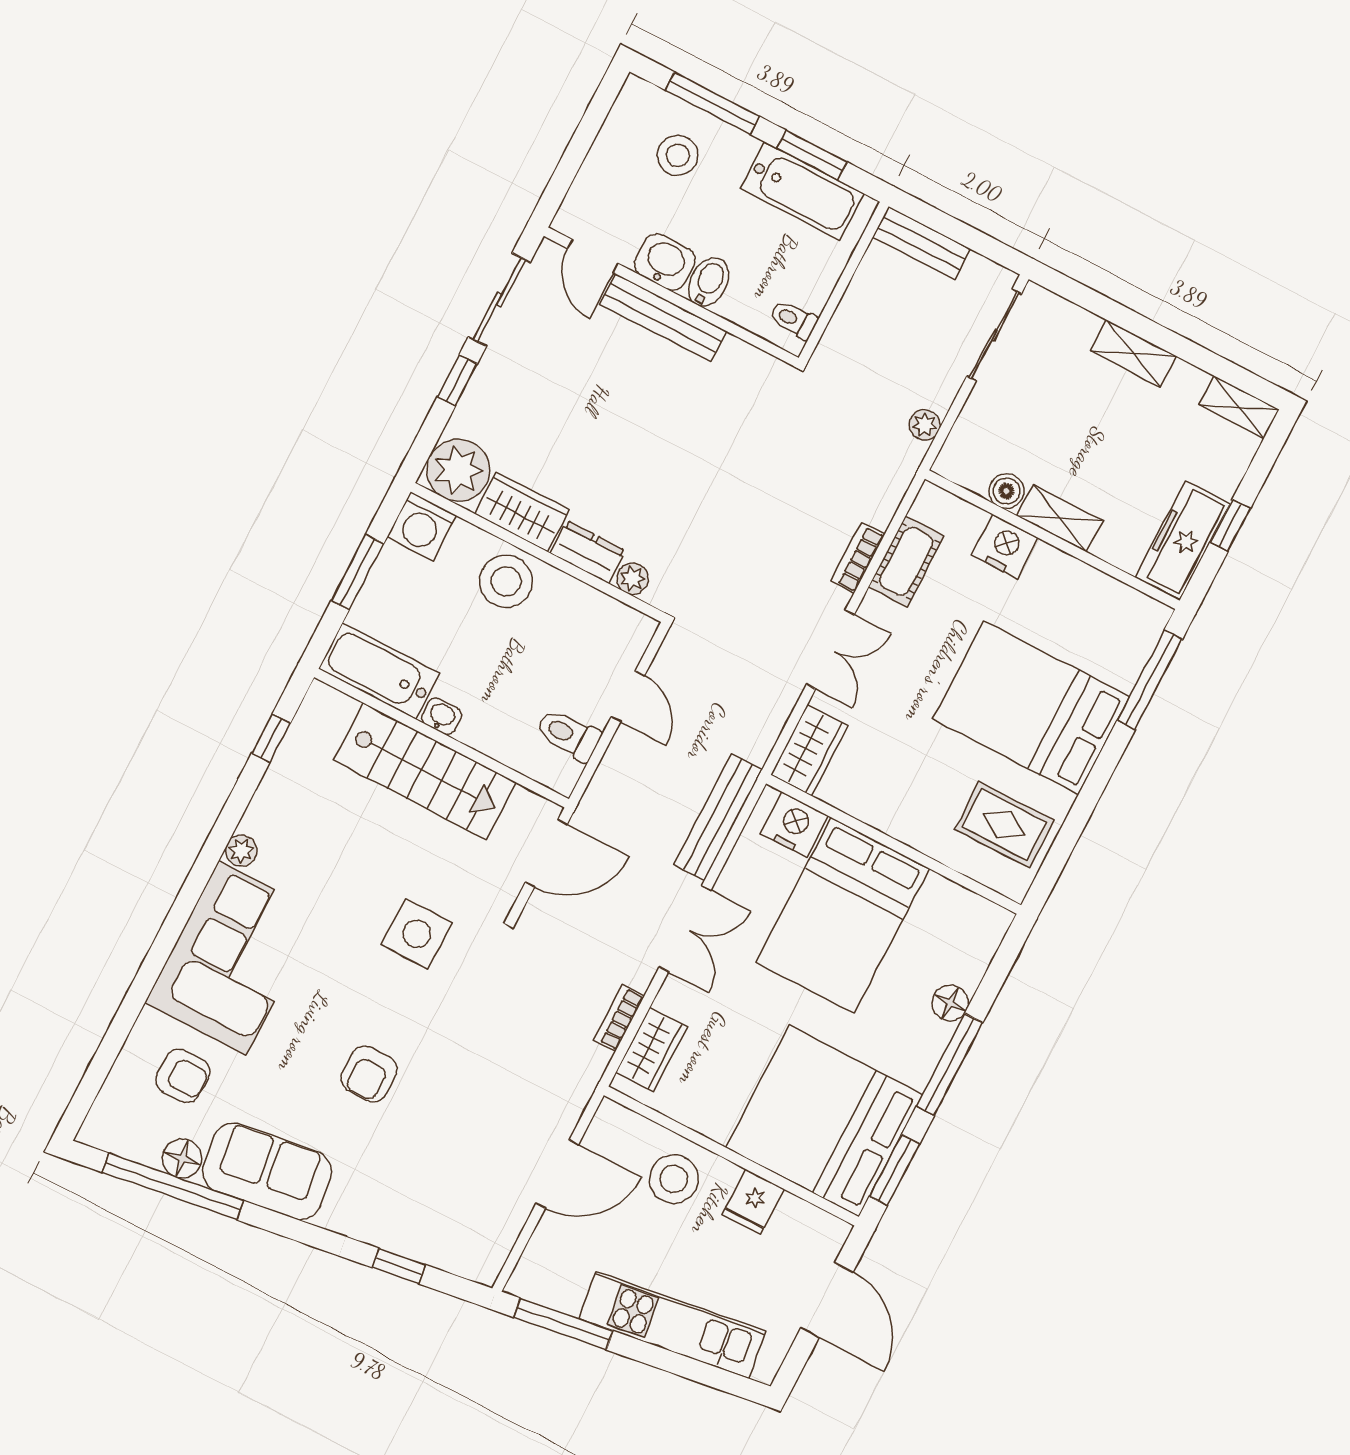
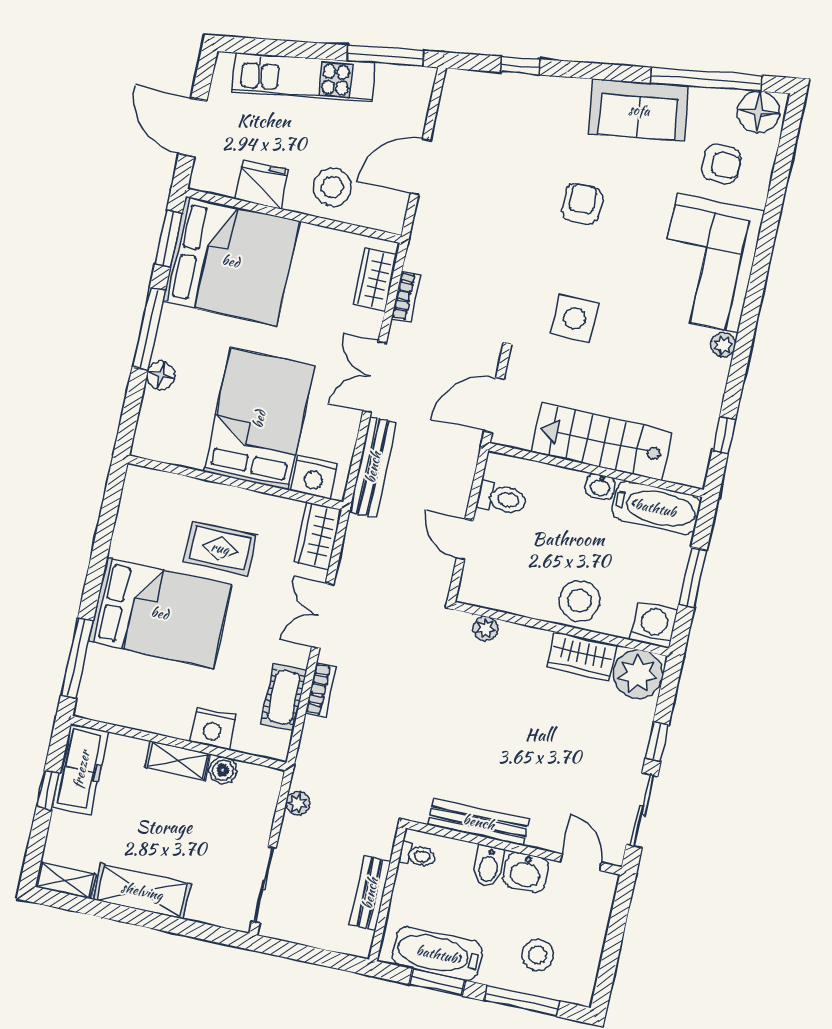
bench: (922, 243) -> (370, 893), moved, turned 90
bench: (663, 318) -> (479, 822), moved
shelving: (1133, 353) -> (142, 891), width x1.50, depth x1.33
dresser: (588, 552) -> (524, 639), removed
rug: (1004, 825) -> (220, 548), moved
armchair: (183, 1076) -> (721, 164), turned 180
floor lamp: (182, 1158) -> (758, 112), moved, width x1.38, depth x1.38
fridge: (753, 1202) -> (262, 185), width x1.38

